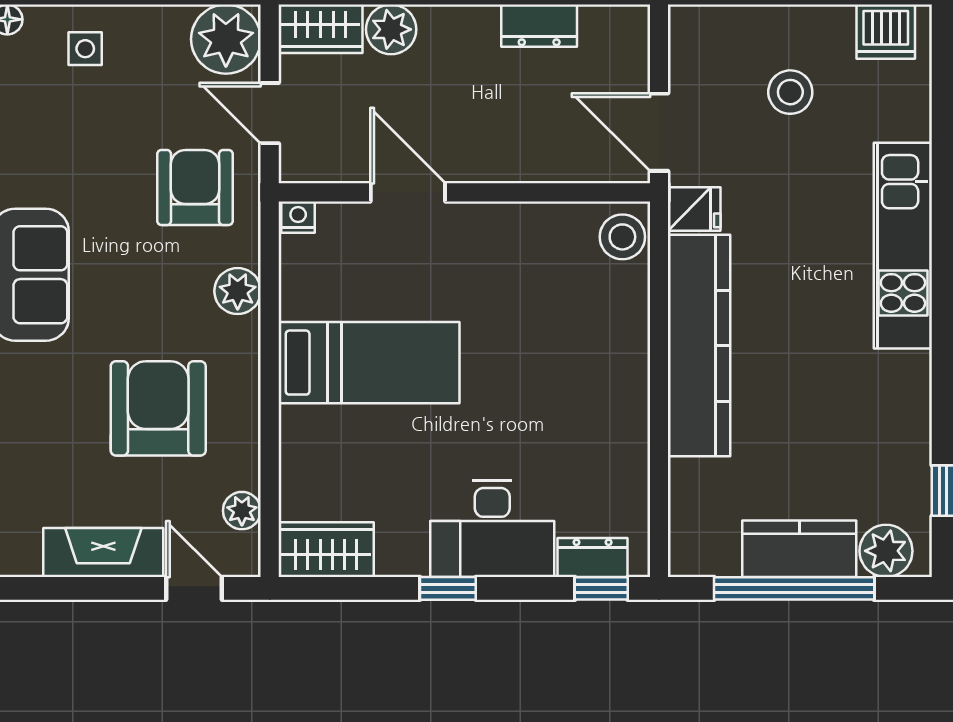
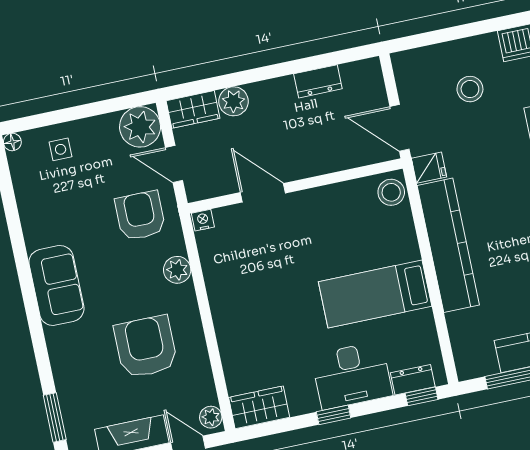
bed: (369, 363) -> (375, 294), moved, turned 180
plant: (242, 511) -> (211, 417), moved

